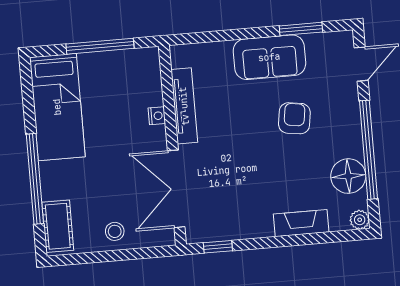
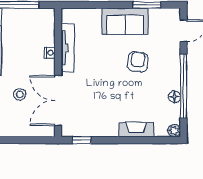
floor lamp: (348, 176) -> (174, 97), width x0.53, depth x0.53
stool: (115, 231) -> (20, 94), moved

